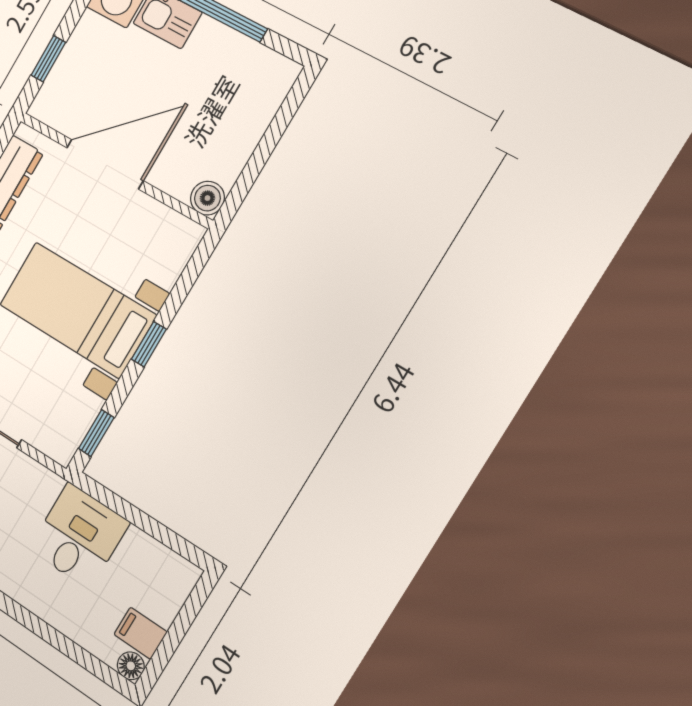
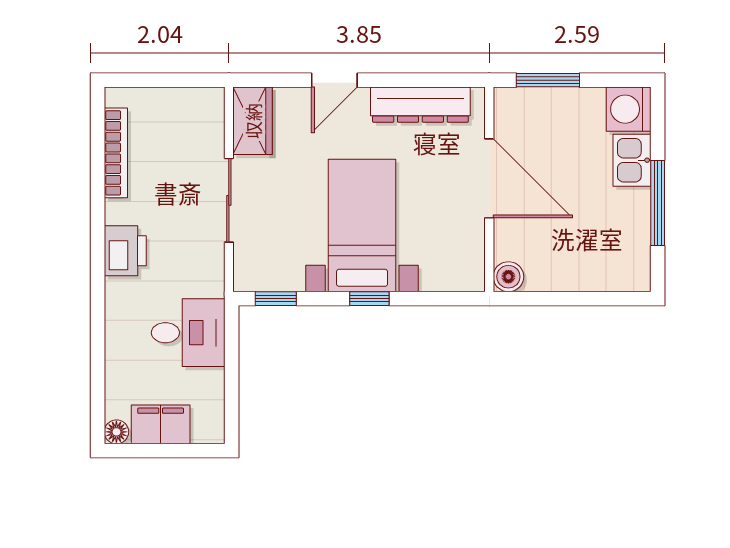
window: (48, 59) -> (548, 80), width x1.50
filing cabinet: (141, 633) -> (161, 424), width x2.00

